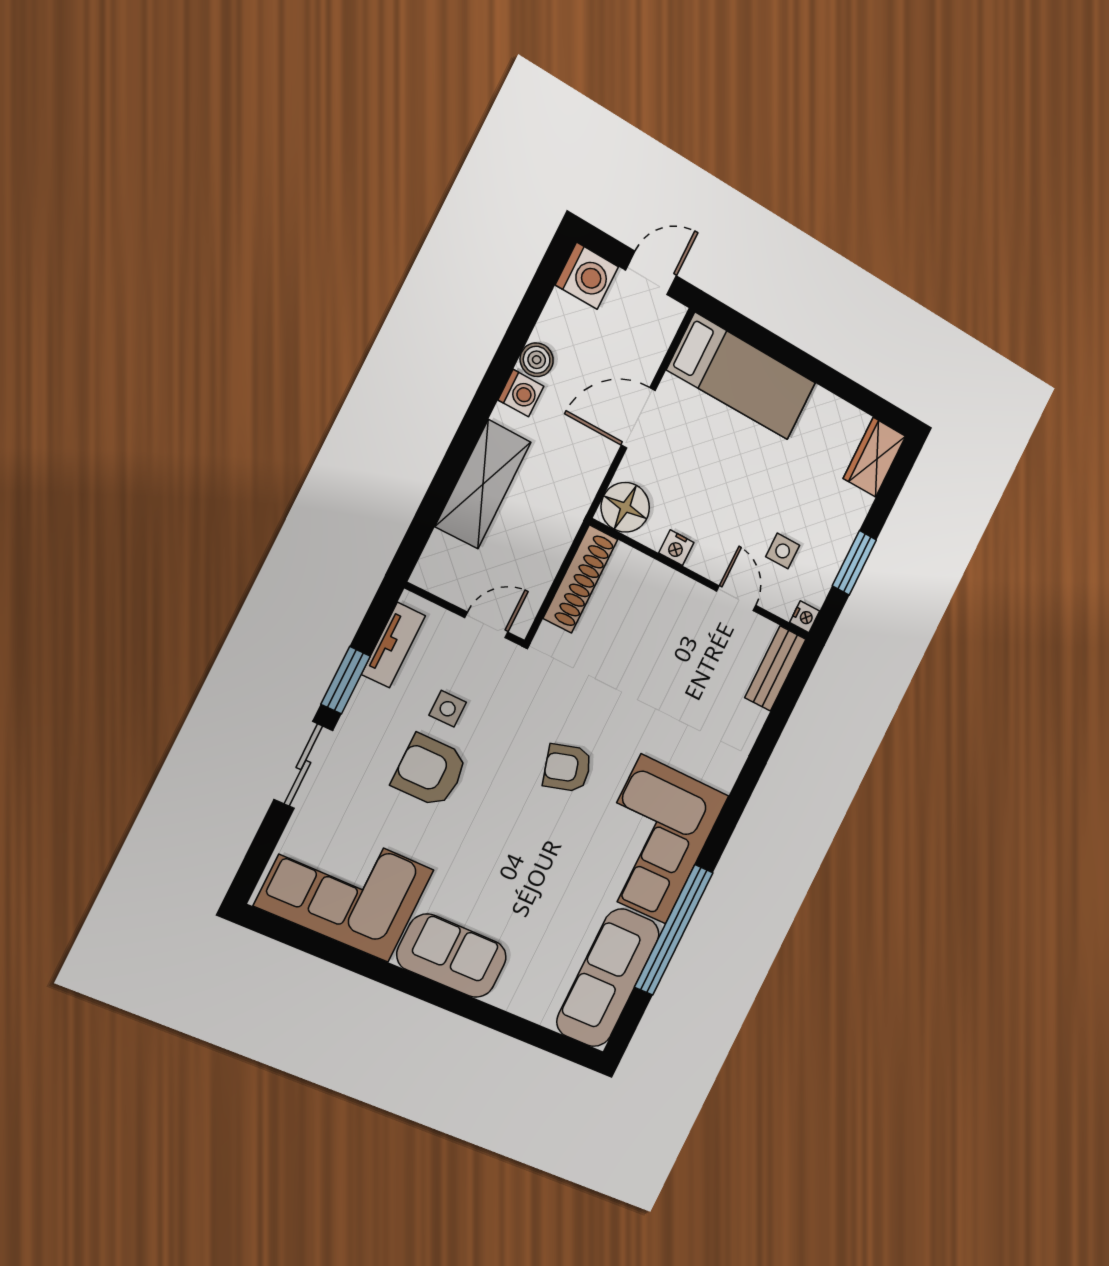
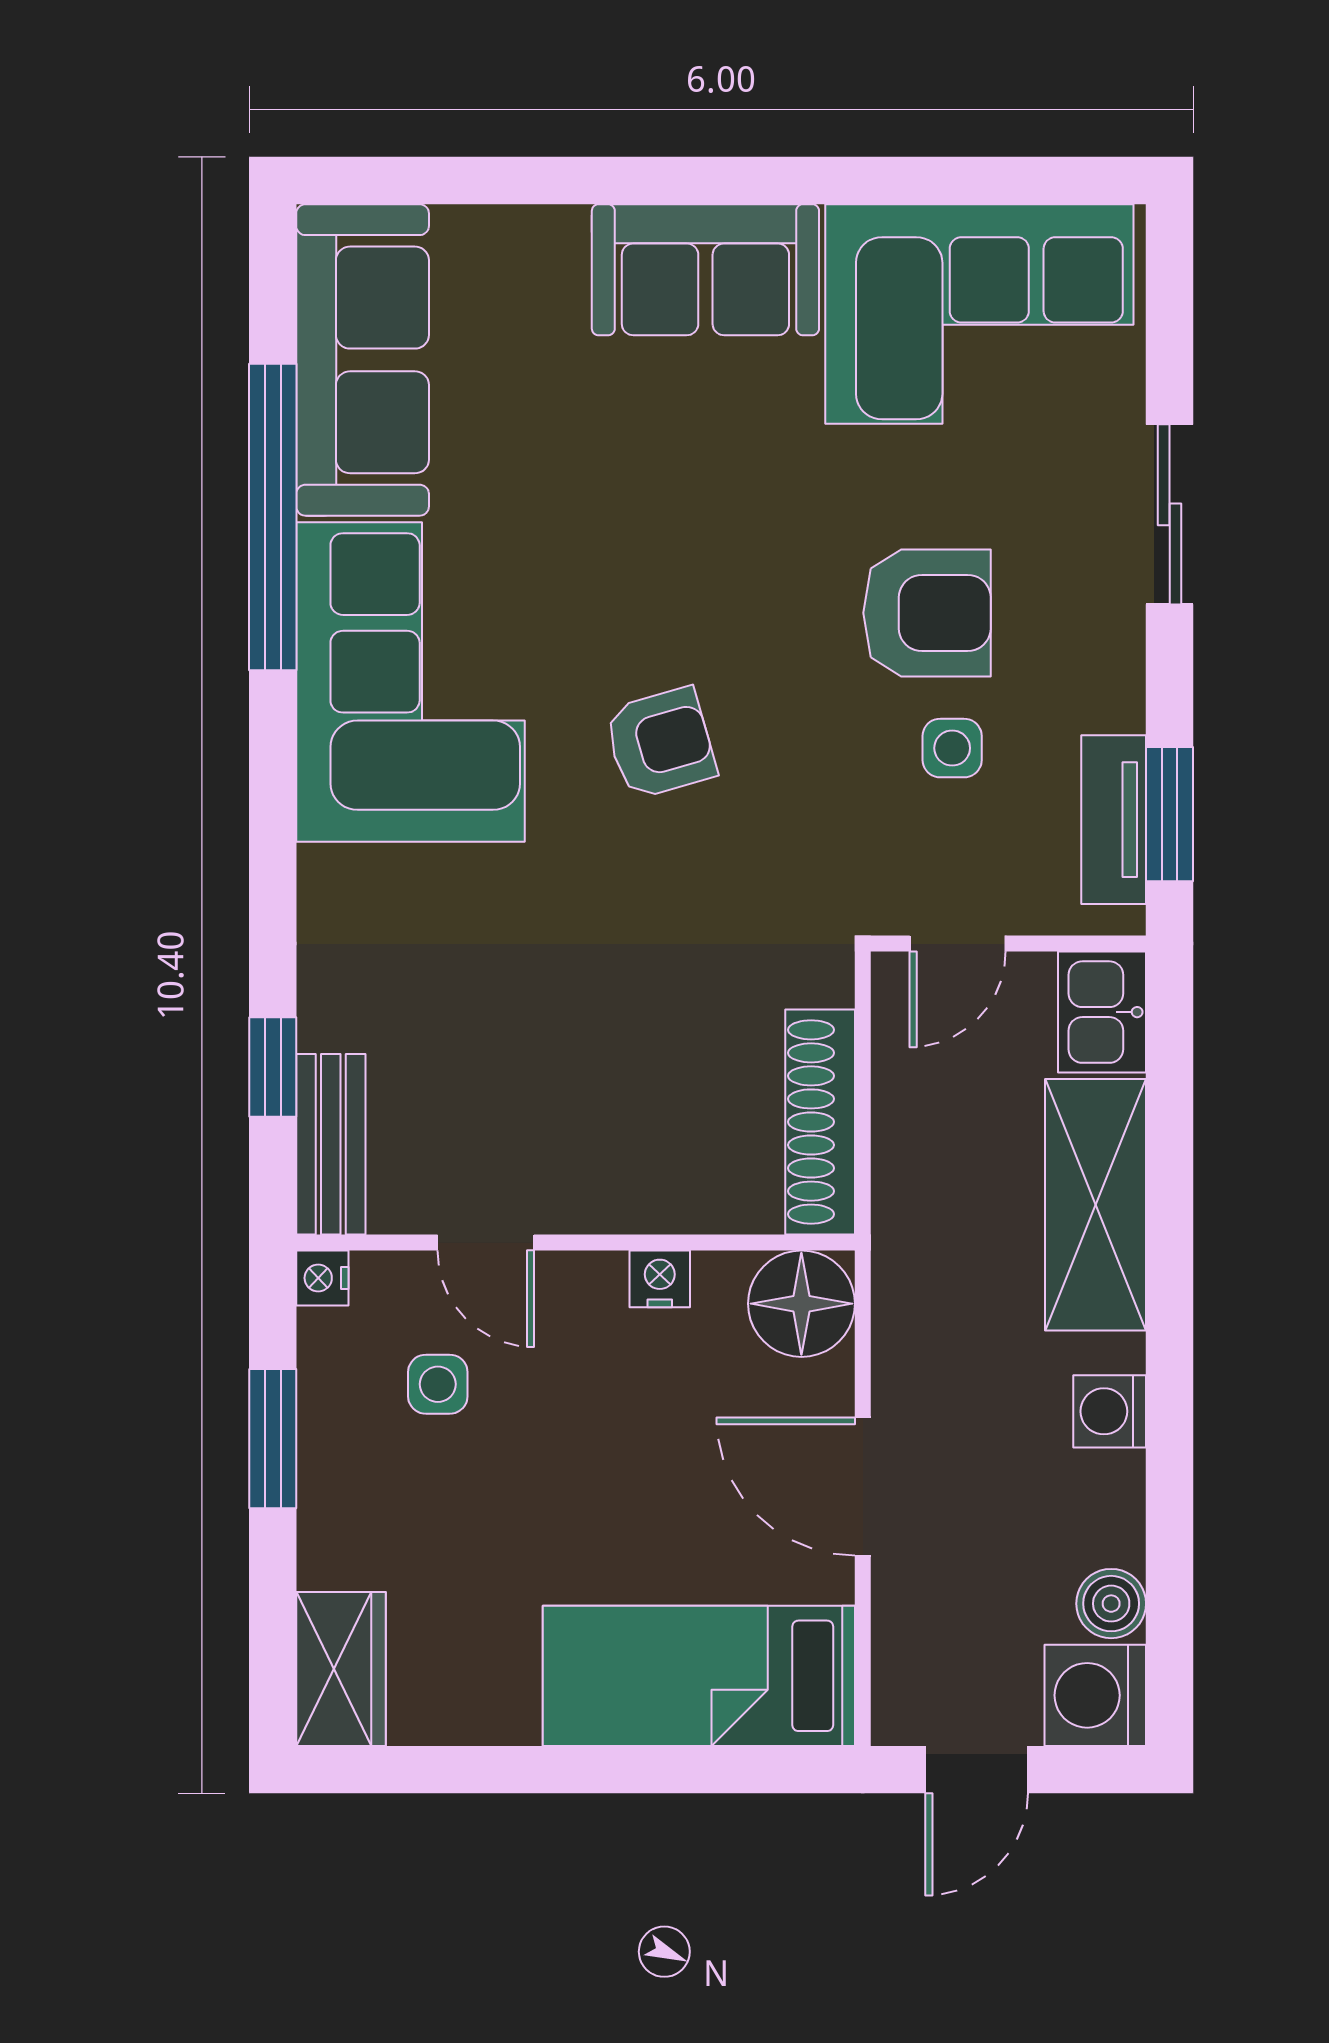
boiler: (537, 360) -> (1111, 1604), moved
door: (638, 418) -> (863, 1486), swing flipped
kitchen sink: (439, 565) -> (1102, 1012), added
window: (346, 680) -> (1170, 814), moved
window: (782, 710) -> (273, 1067), added

